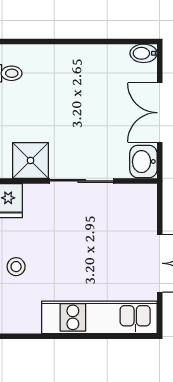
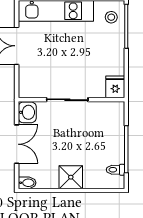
shower: (30, 160) -> (71, 177), moved
stool: (16, 267) -> (111, 17), moved

